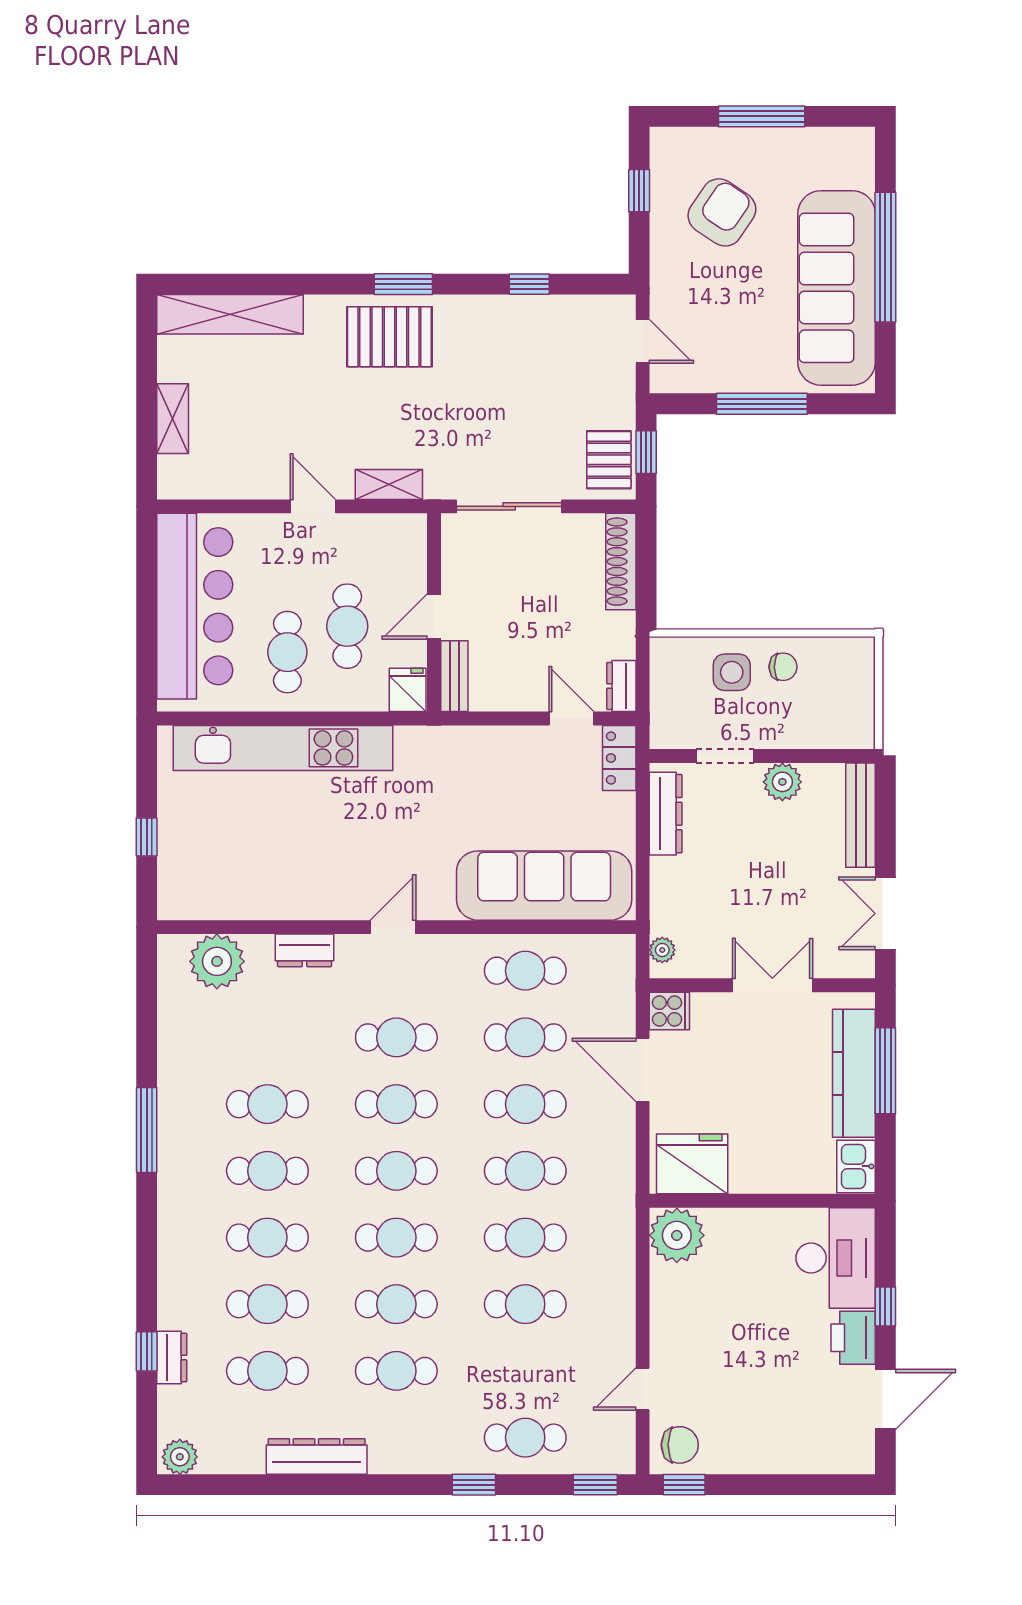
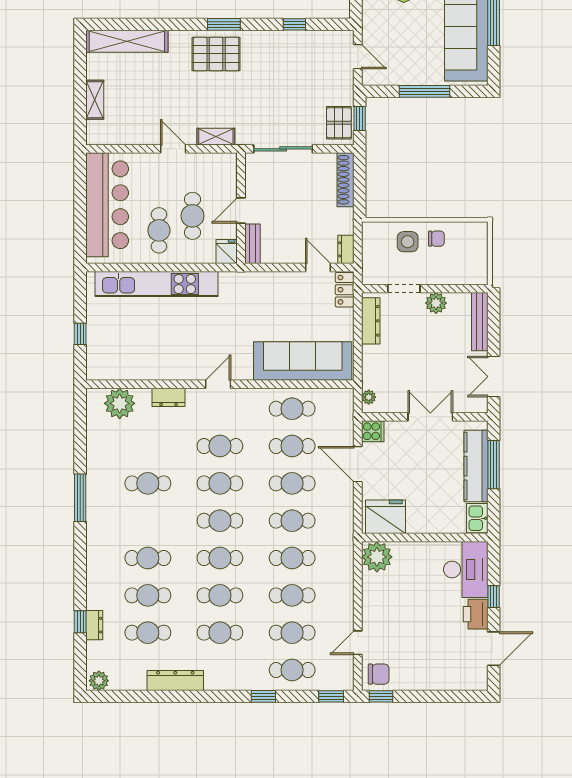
cafe table: (267, 1171) -> (292, 633), moved

